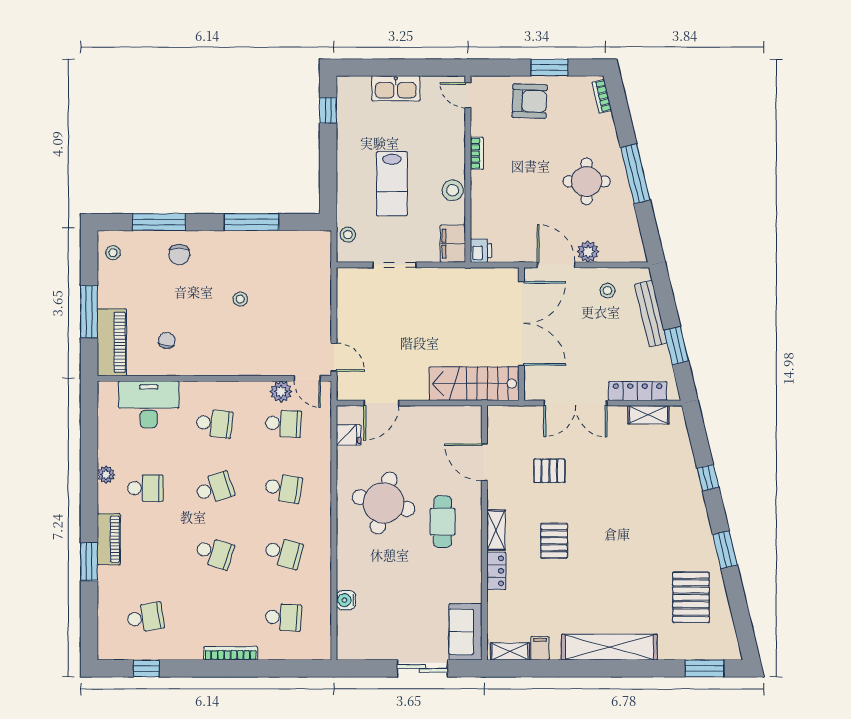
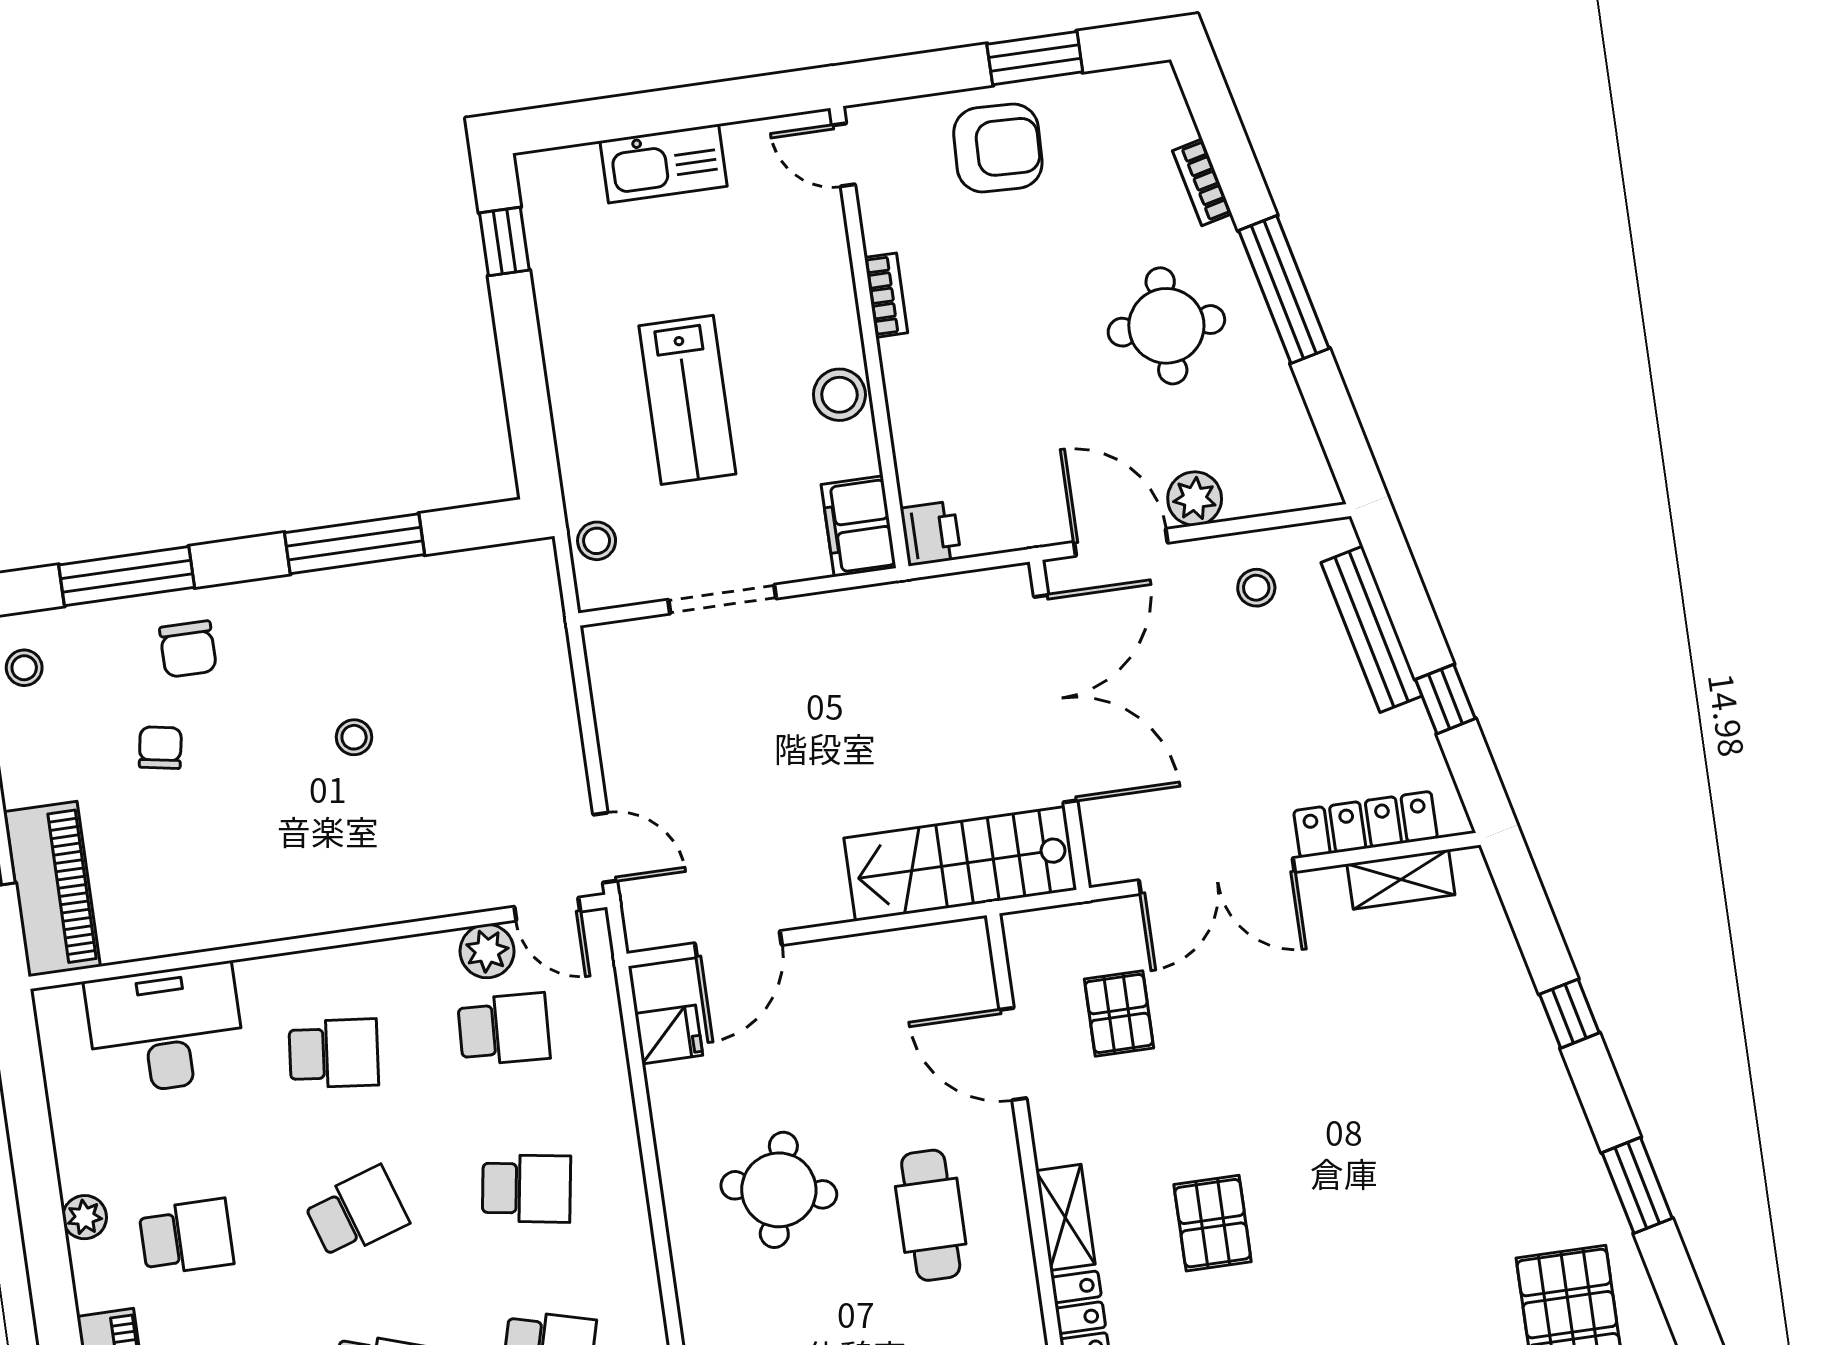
bookcase: (602, 96) -> (1202, 182), moved
chair: (167, 340) -> (160, 748), moved
window: (676, 346) -> (1445, 699), width x0.67
pallet: (549, 471) -> (1119, 1013), moved, turned 90
round table: (384, 503) -> (779, 1190), width x0.73, depth x0.73

